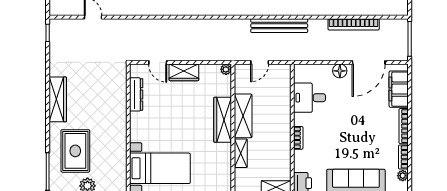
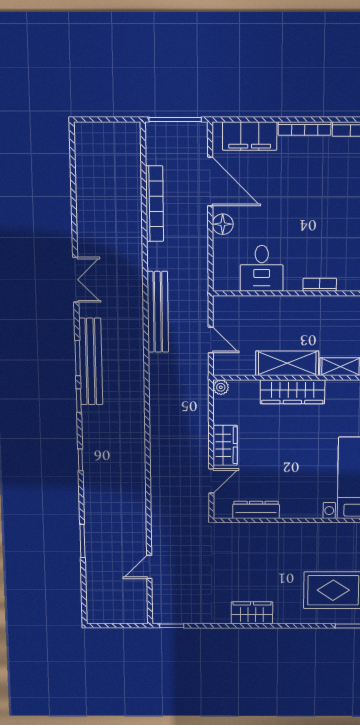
wardrobe: (58, 99) -> (252, 613), width x0.67

